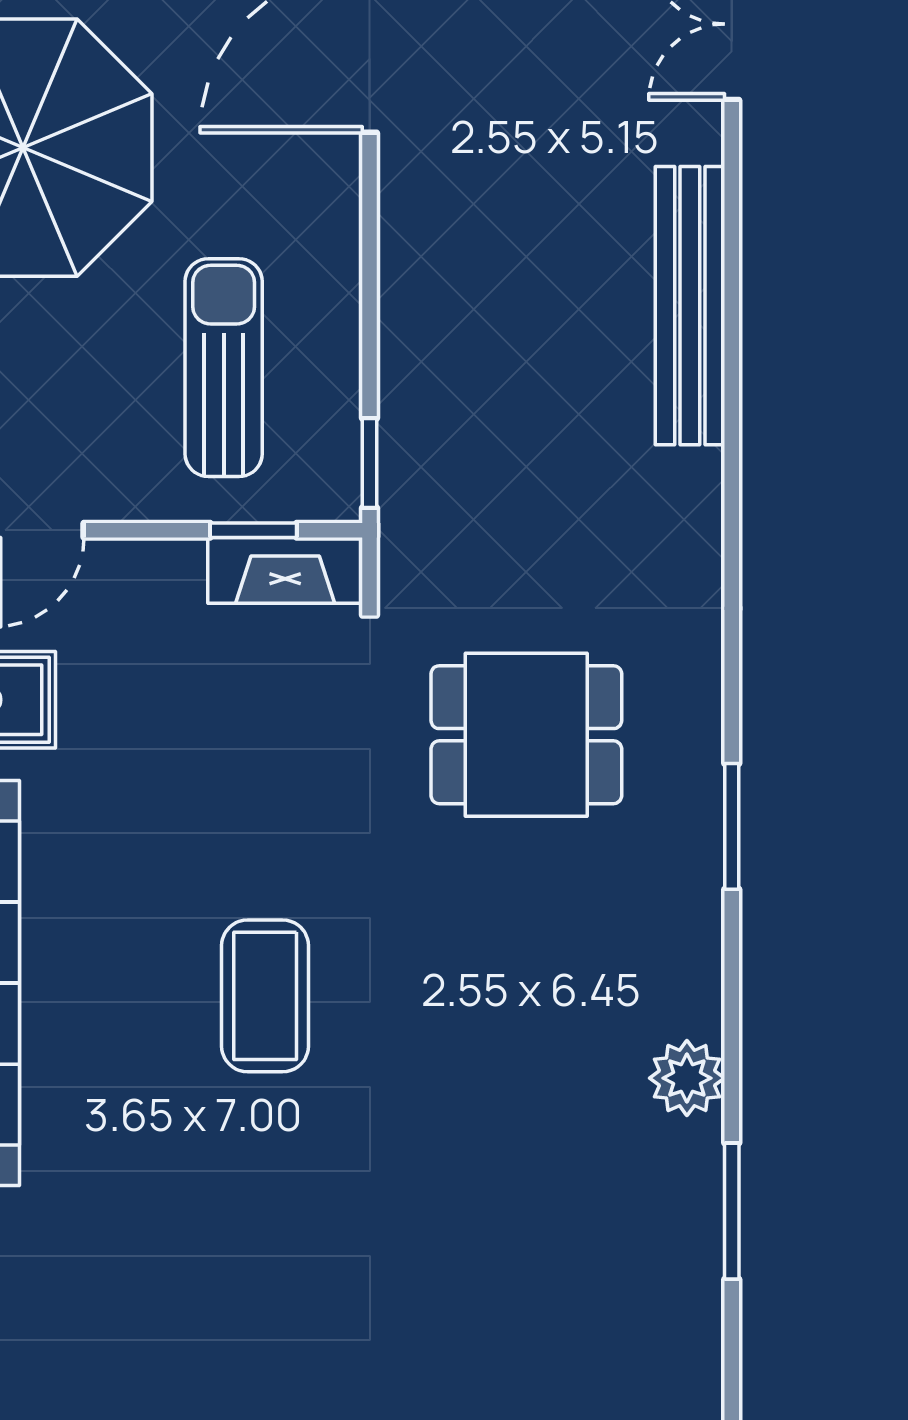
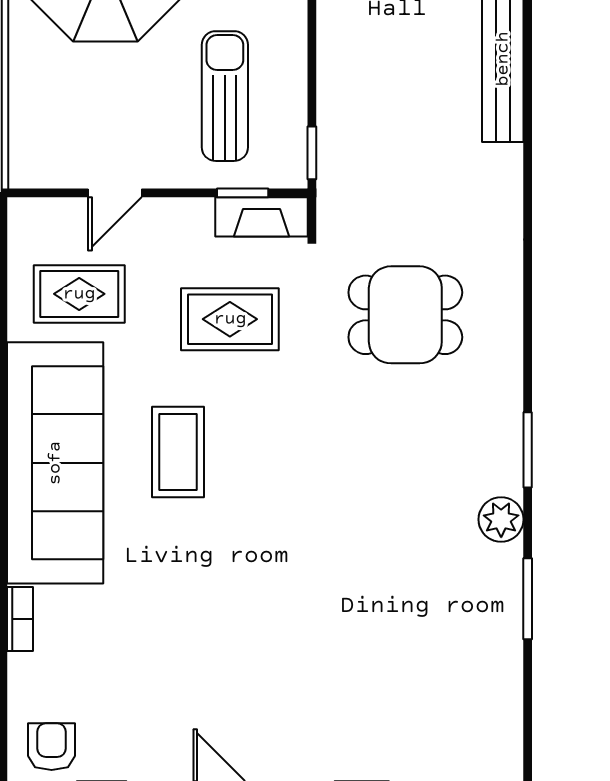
rug: (232, 742) -> (230, 319), added
window: (732, 826) -> (528, 450), moved
coffee table: (265, 996) -> (178, 452), moved

